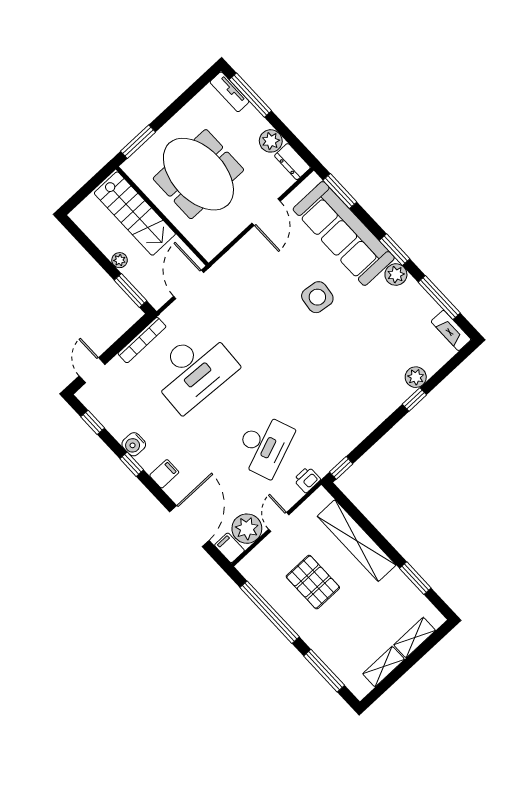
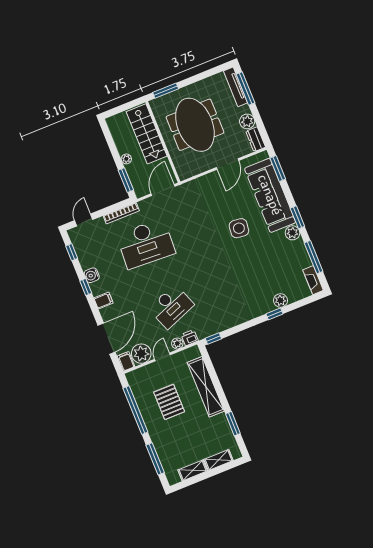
tv unit: (230, 92) -> (236, 87), width x1.41
plant: (293, 495) -> (177, 343), added

